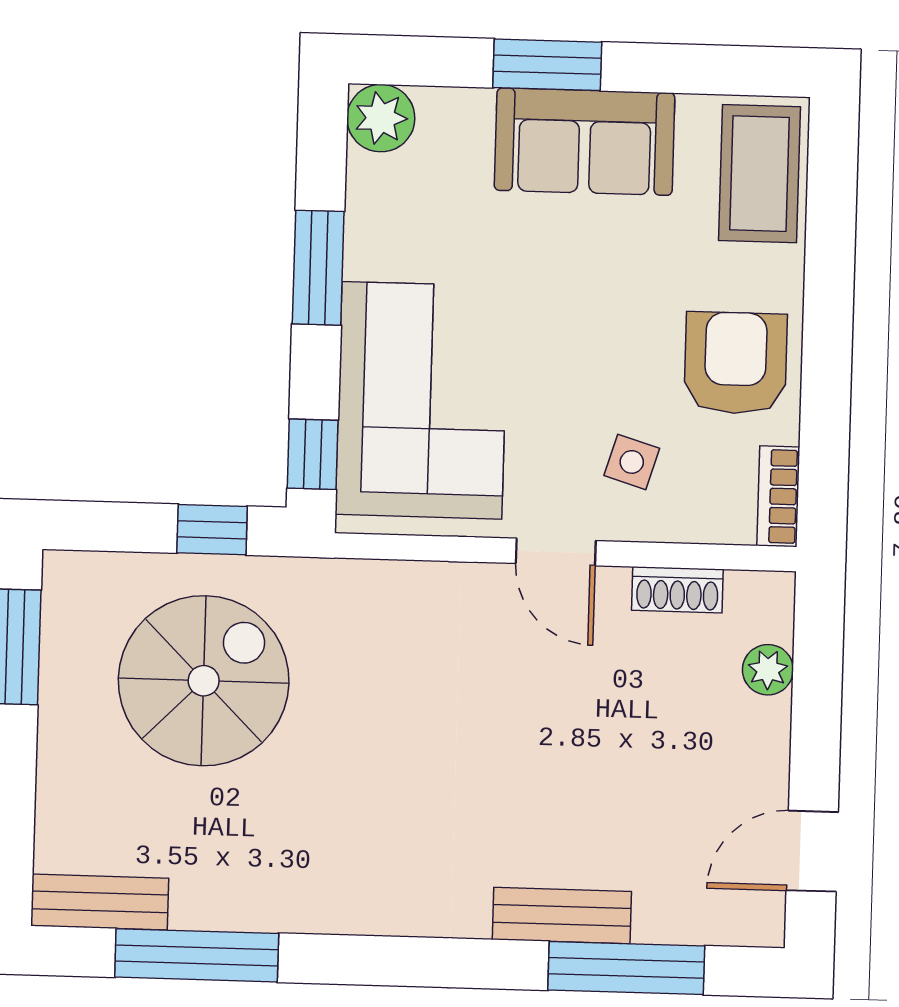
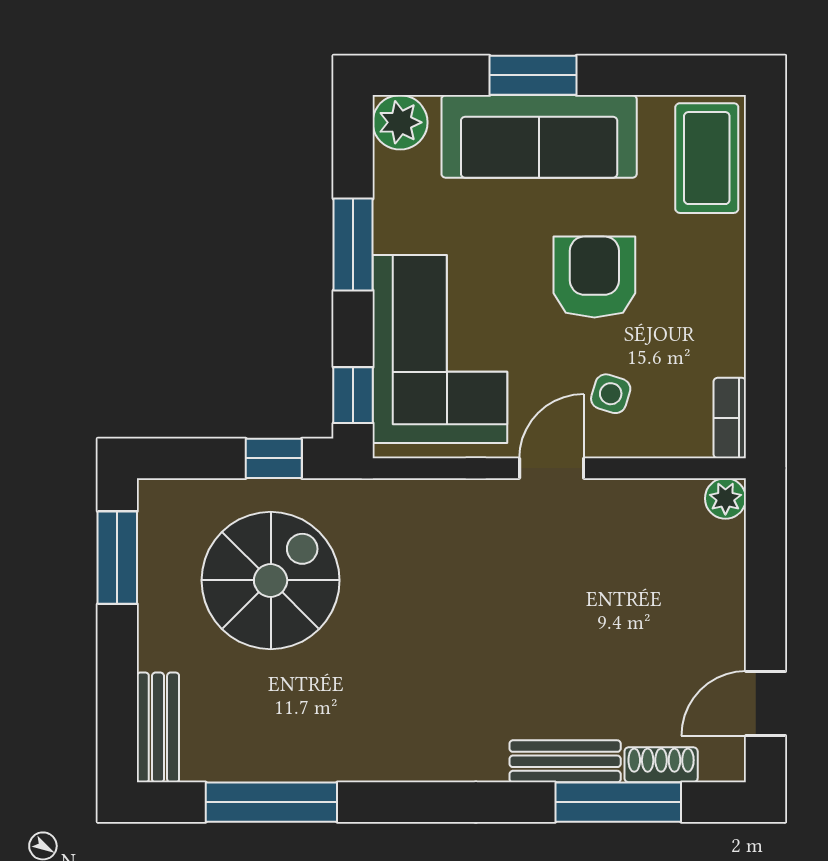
sofa: (585, 142) -> (539, 136), width x1.36
armchair: (736, 363) -> (594, 277), moved
door: (556, 552) -> (552, 468), swing flipped
shoe rack: (677, 590) -> (661, 765), moved, turned 180
plant: (768, 670) -> (725, 498), moved
bench: (100, 902) -> (158, 727), moved, turned 90

